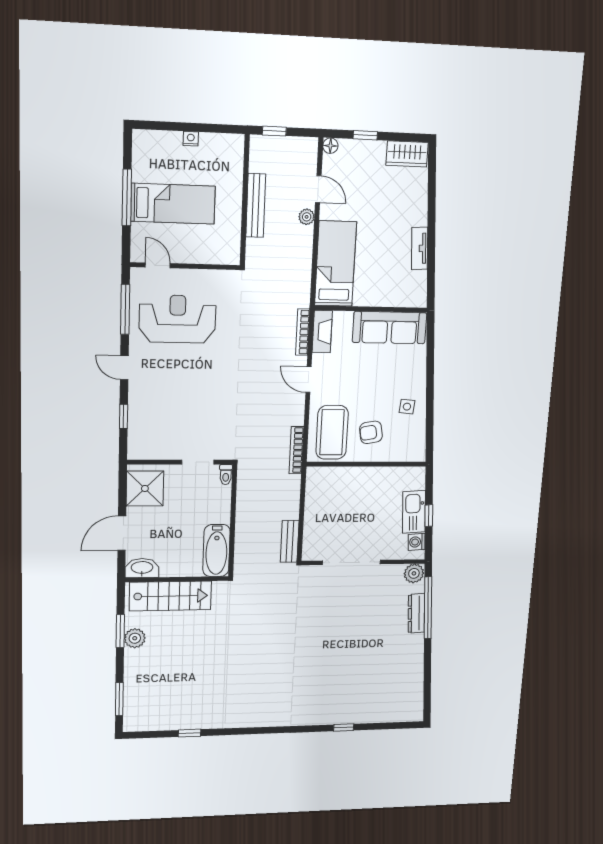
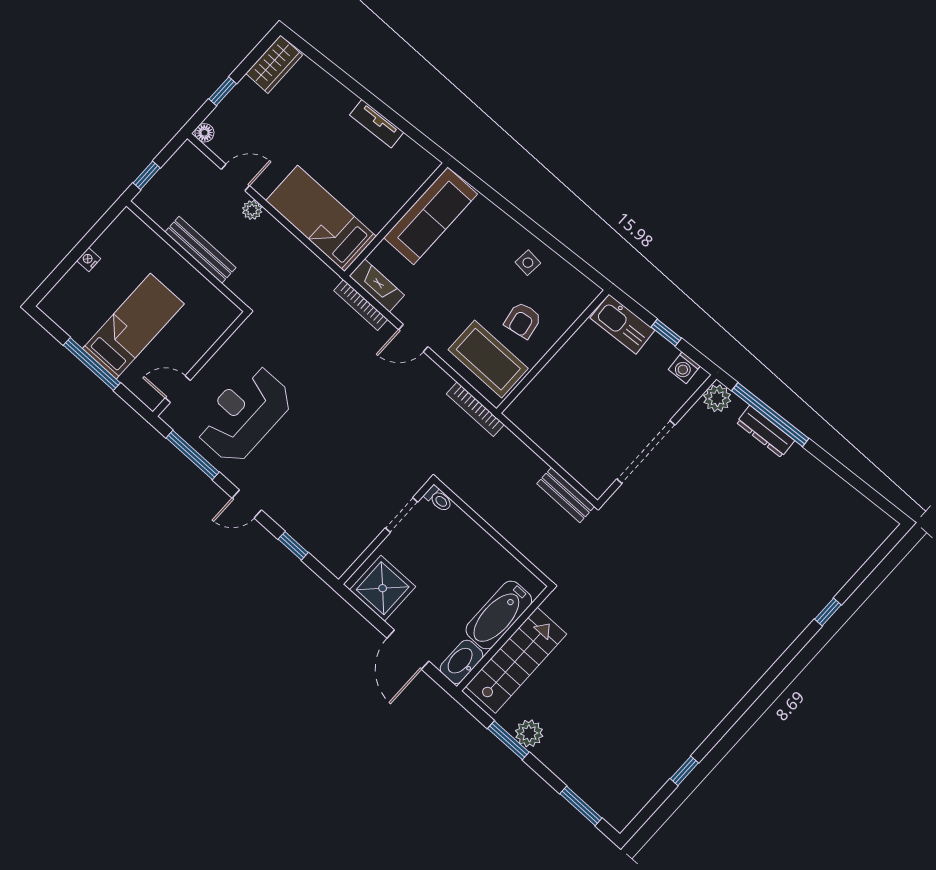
kitchen sink: (414, 512) -> (622, 324), moved
bathtub: (216, 551) -> (499, 615), moved, turned 90

